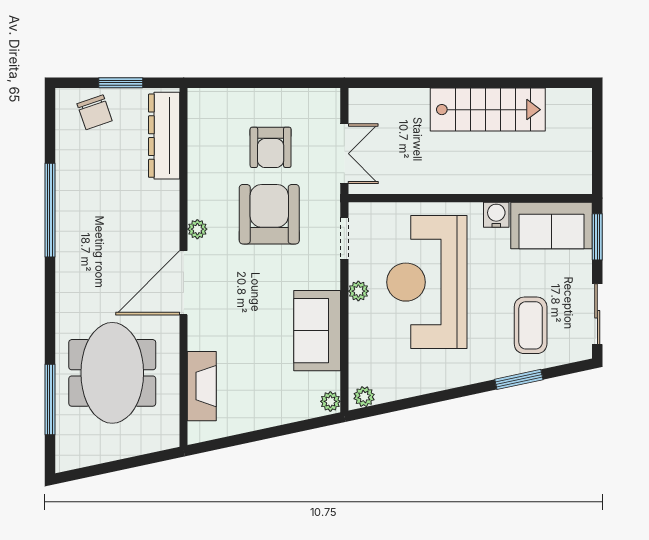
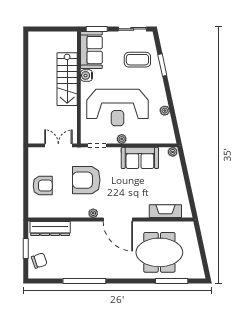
stairs: (488, 110) -> (67, 79), moved, turned 180
armchair: (271, 147) -> (43, 186), moved
plant: (364, 397) -> (165, 111), moved

